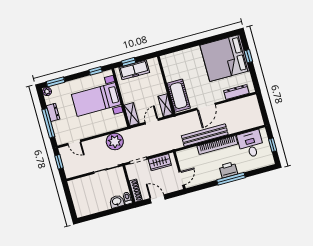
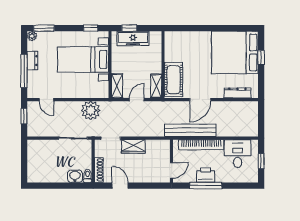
wall: (179, 170) -> (171, 161), moved
door: (182, 178) -> (171, 170), moved

